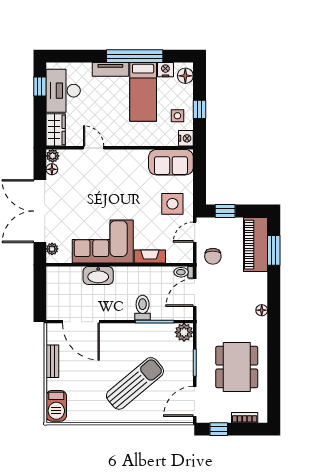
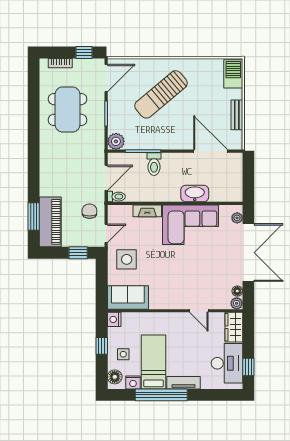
side table: (177, 116) -> (123, 354), moved
floor lamp: (262, 310) -> (45, 162), removed

